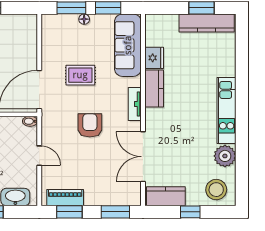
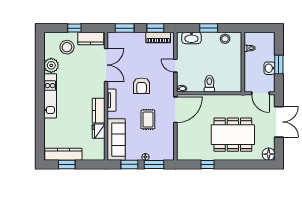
rug: (80, 75) -> (148, 119), turned 90
stool: (216, 190) -> (67, 47), moved

